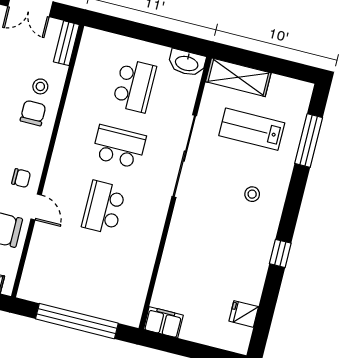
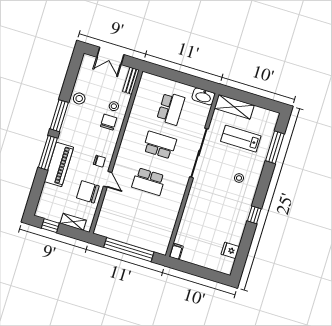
school desk: (104, 207) -> (149, 182), turned -90
filing cabinet: (163, 322) -> (176, 251), width x0.50

